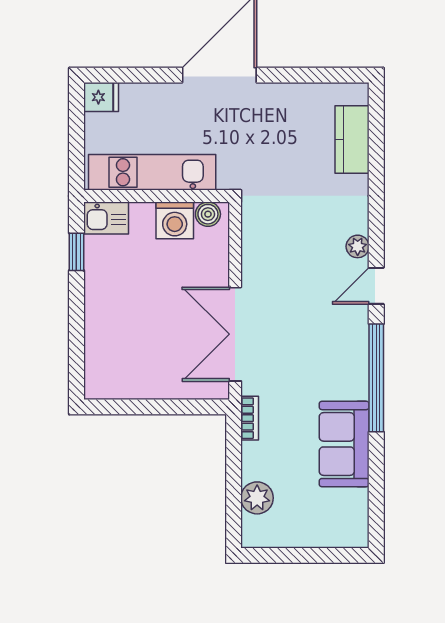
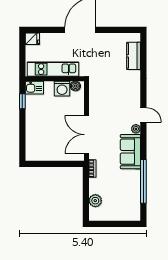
plant: (358, 246) -> (136, 129), moved
door: (376, 286) -> (143, 115), swing flipped
window: (376, 378) -> (143, 181), moved
sofa: (344, 444) -> (130, 152), moved

